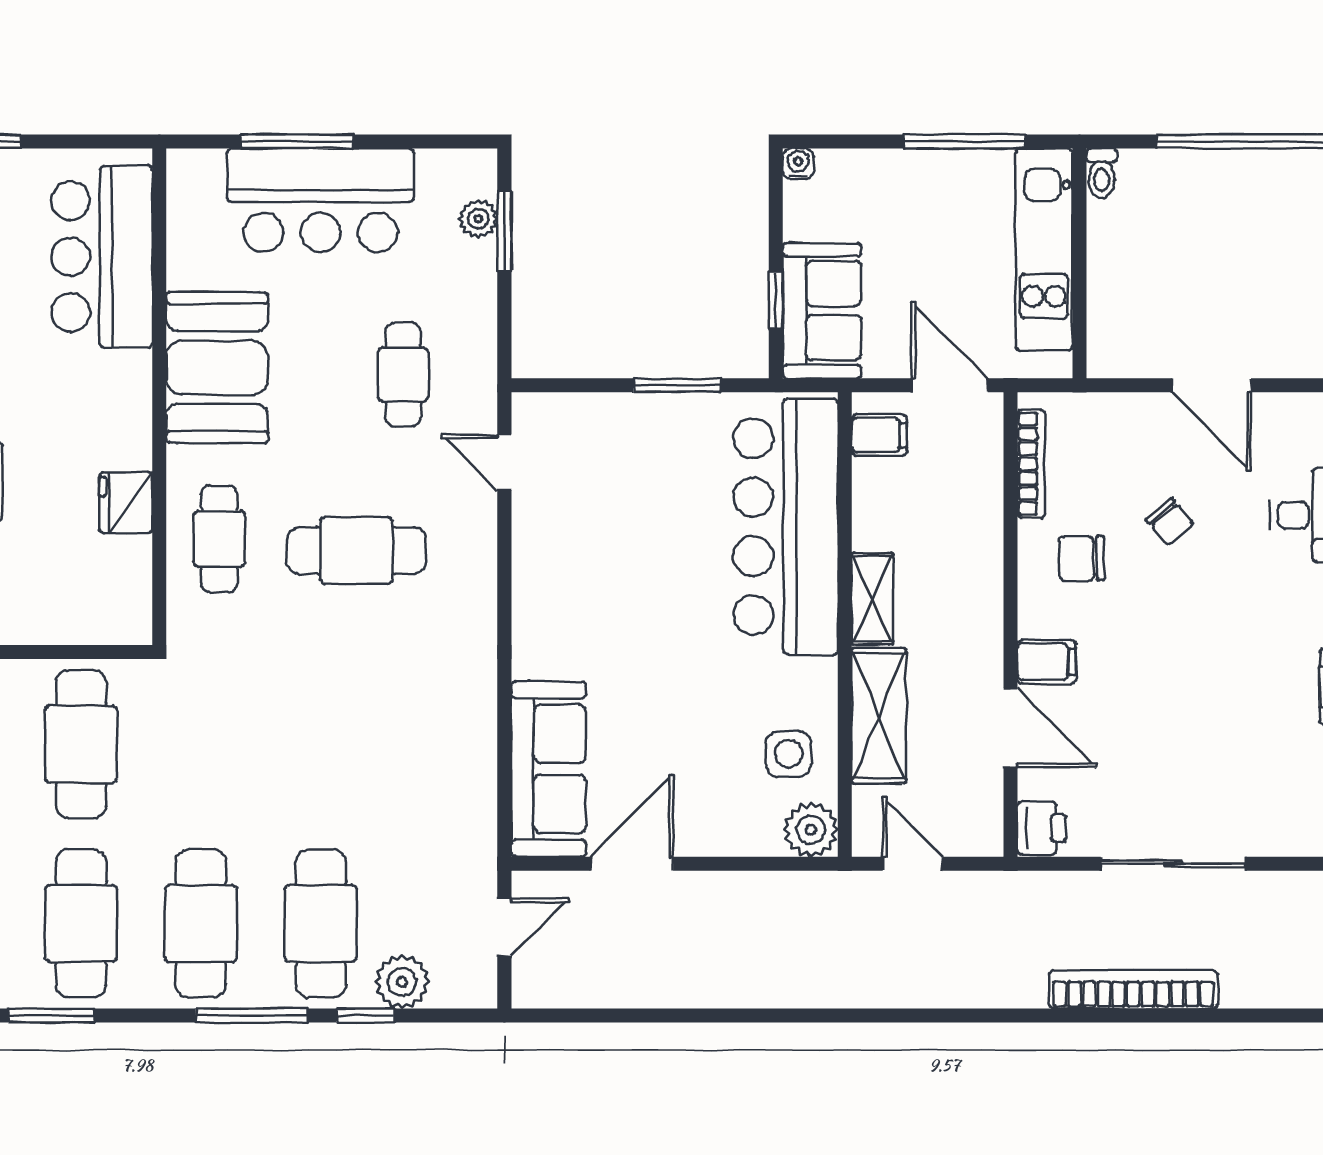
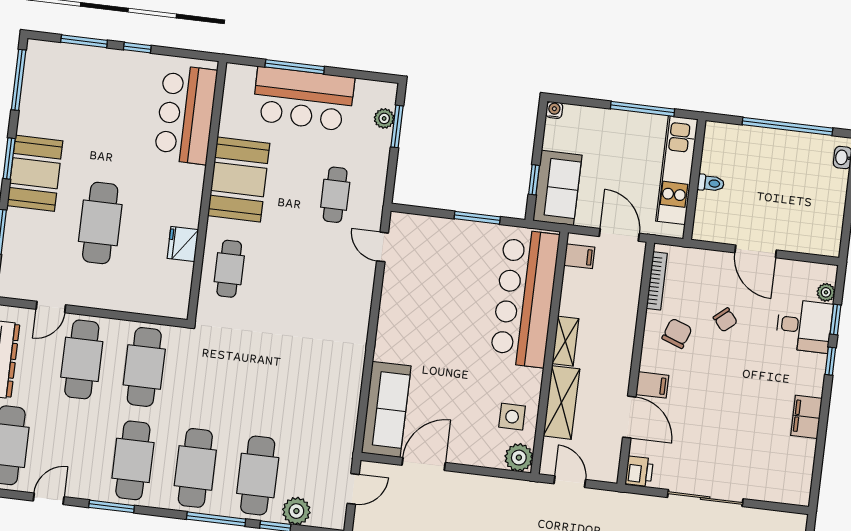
toilet: (1102, 173) -> (711, 183), moved, turned -90
cafe table: (356, 551) -> (300, 284), removed
chair: (1082, 559) -> (677, 333), turned 111

